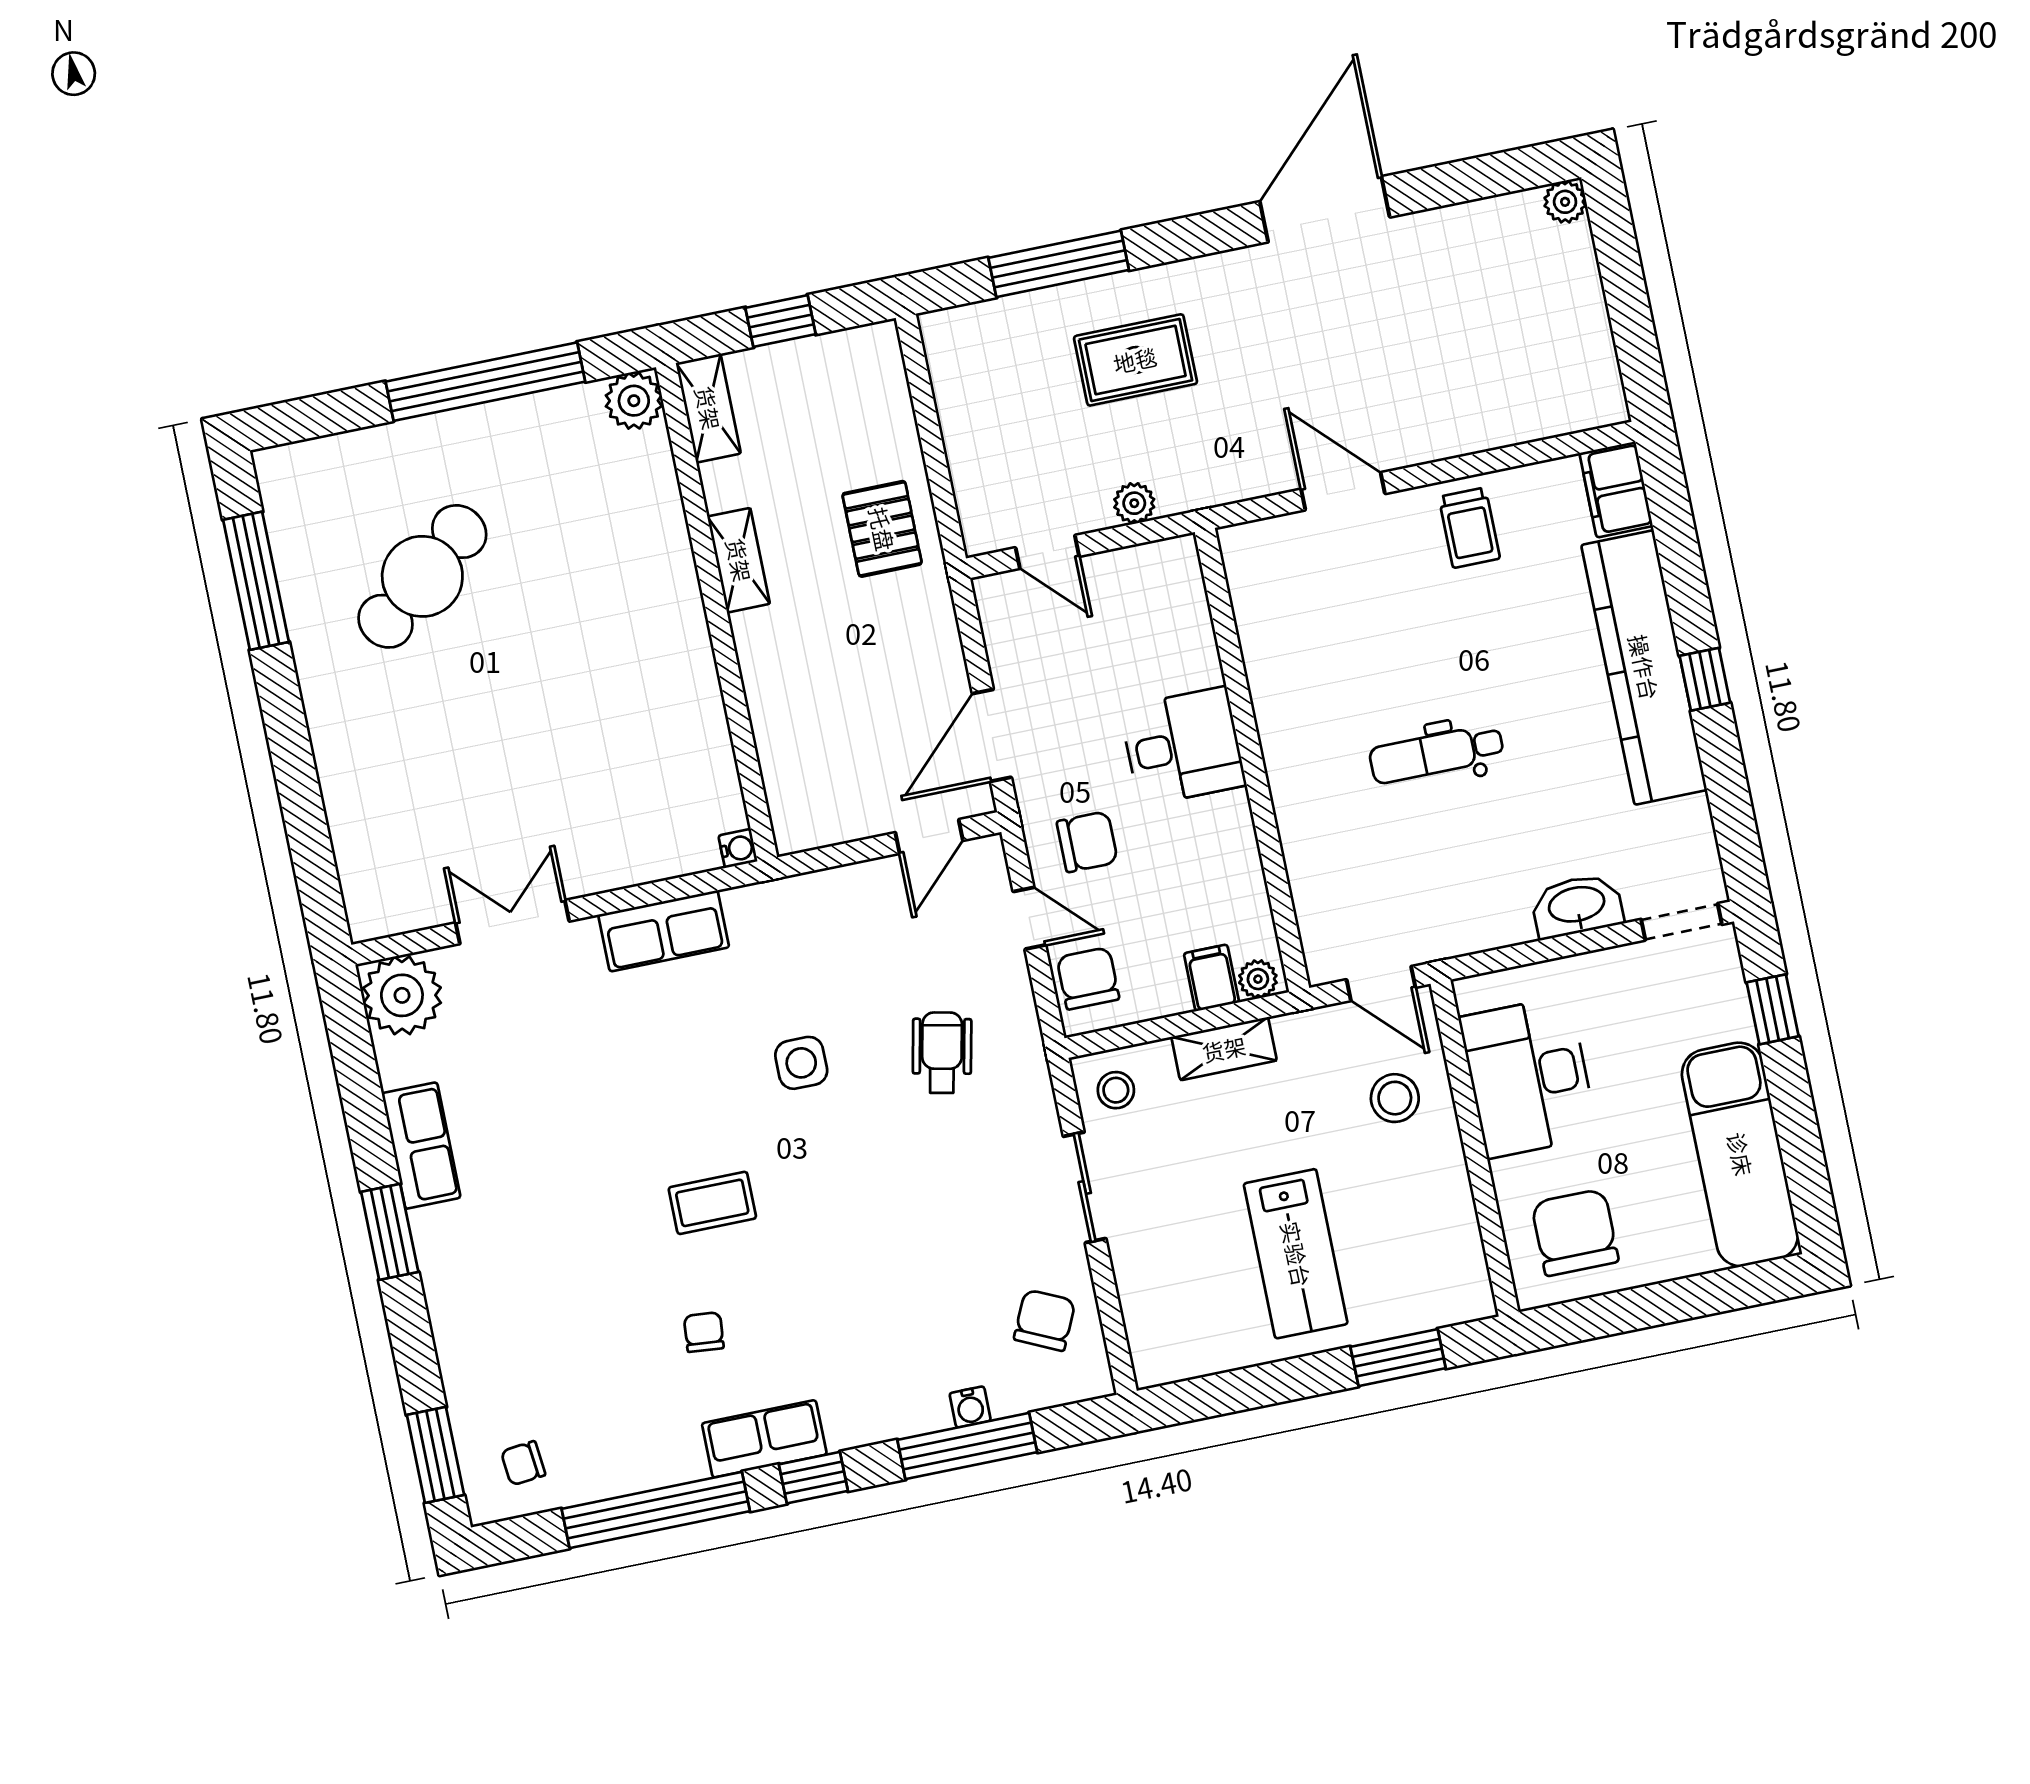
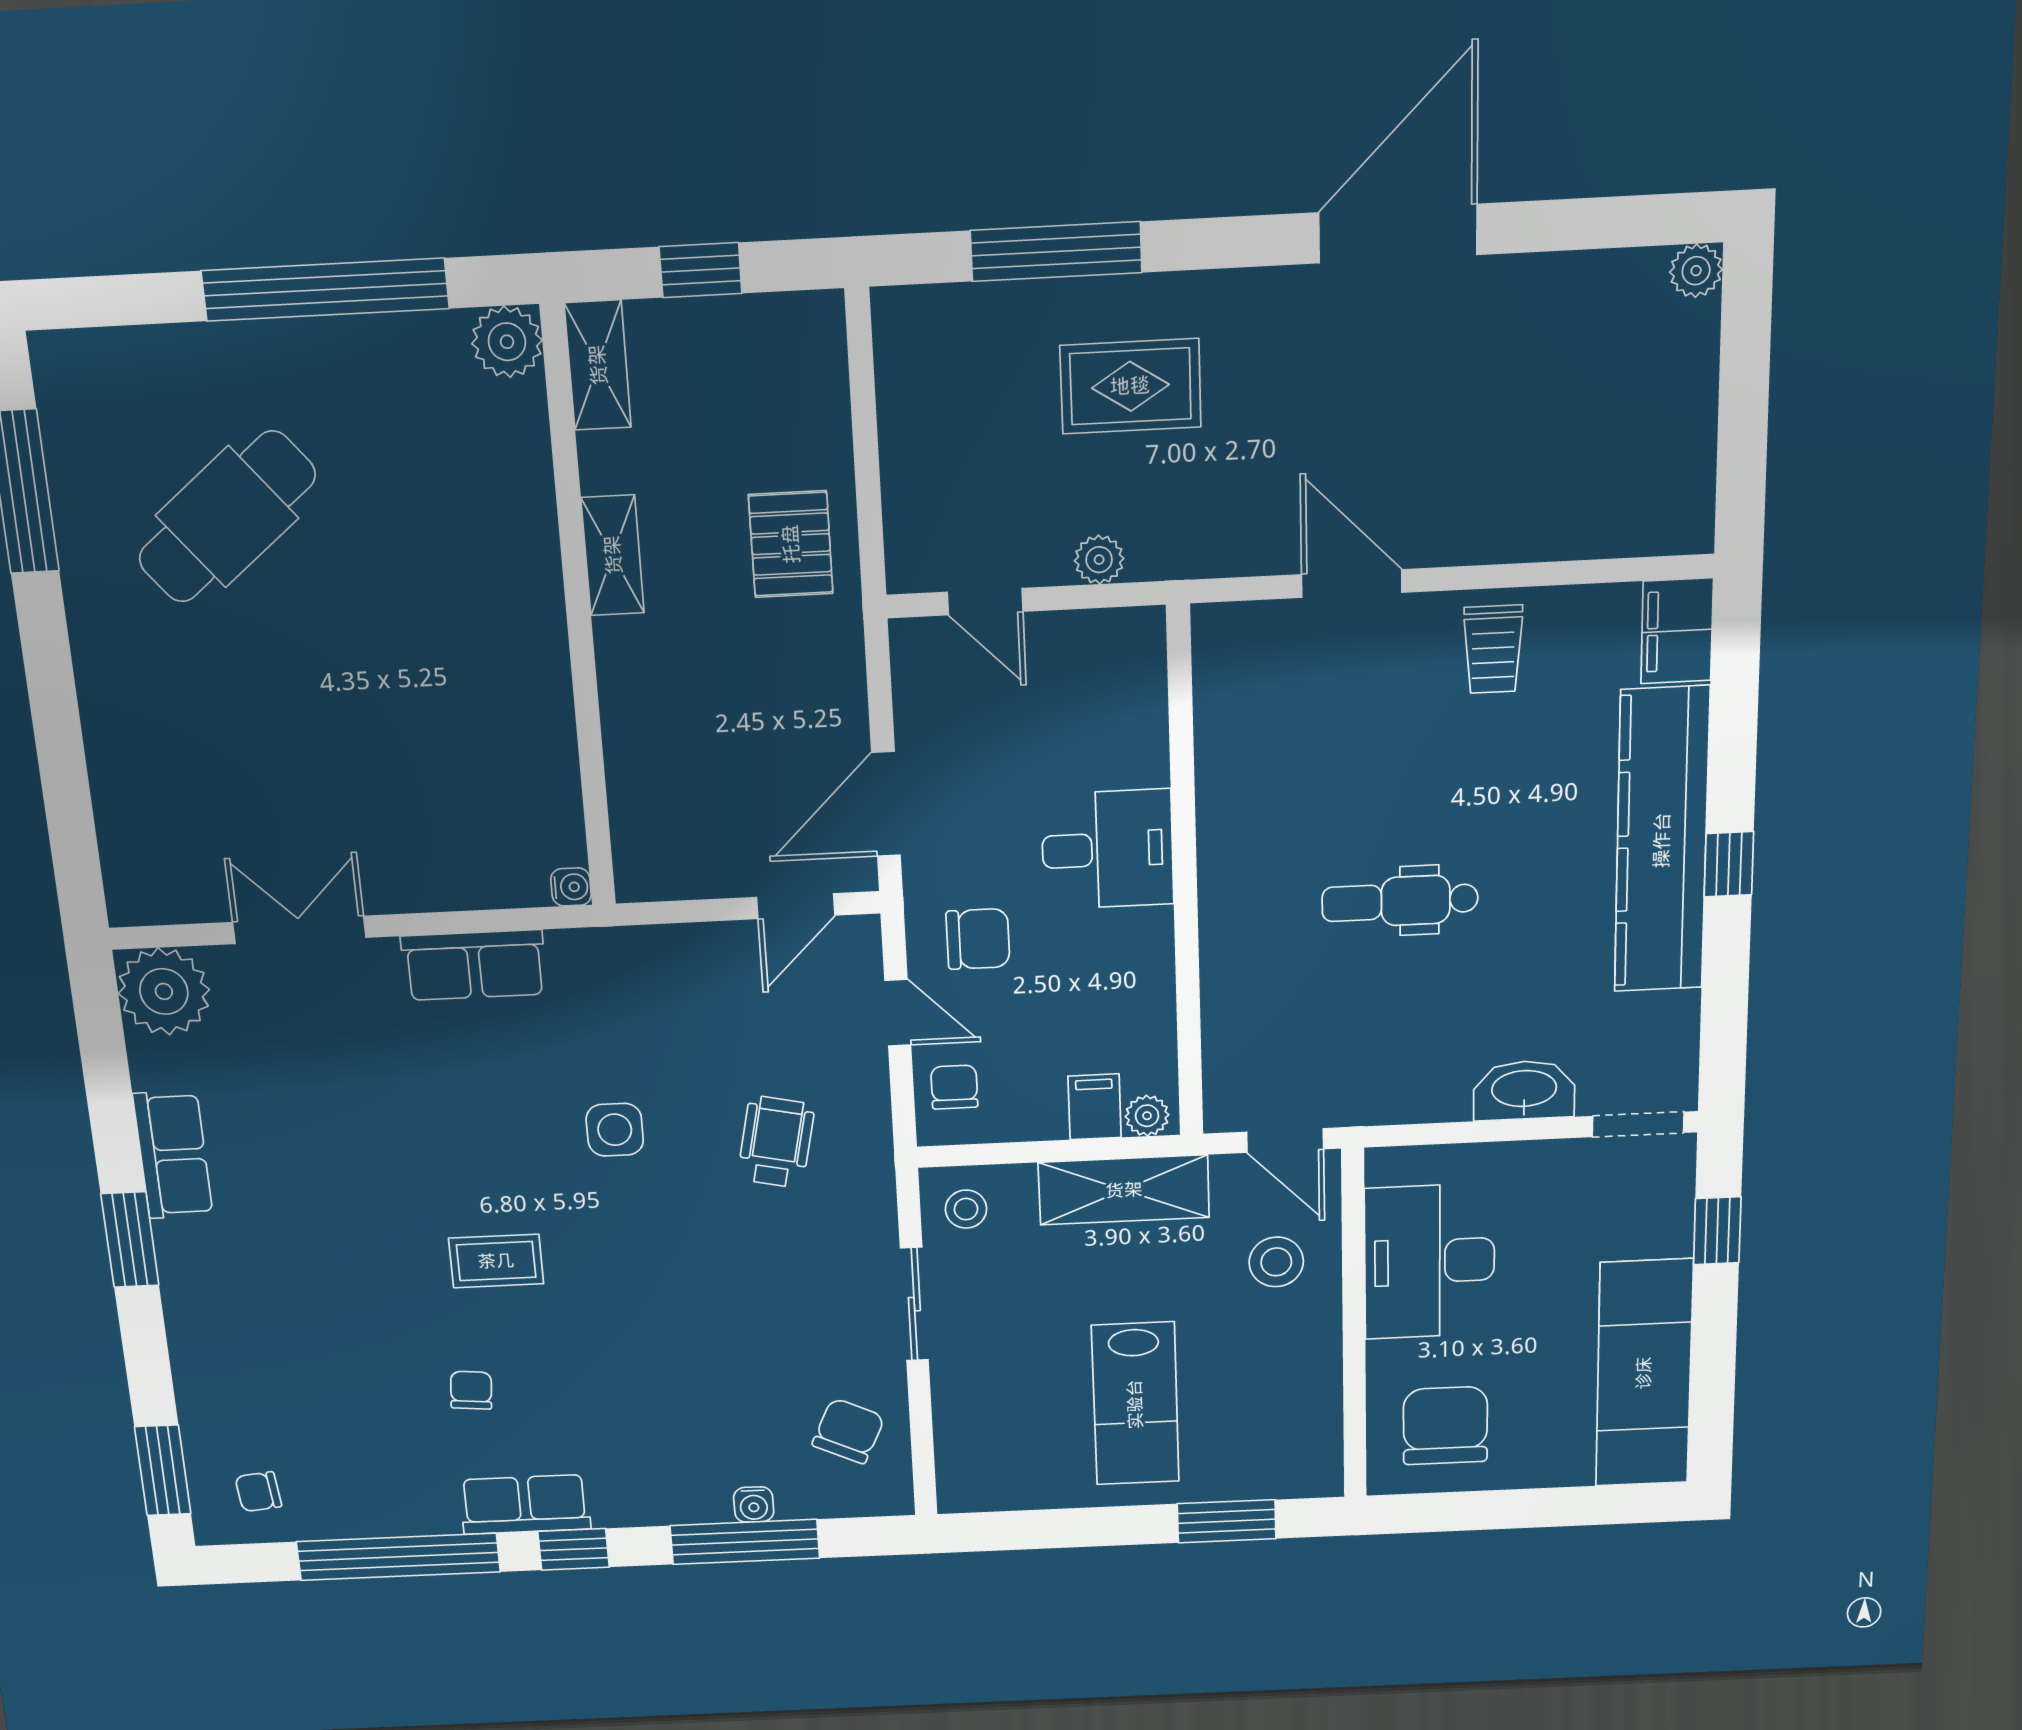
chair: (1088, 978) -> (954, 1087), width x0.73, depth x0.73
shelving: (1224, 1049) -> (1124, 1190), width x1.50, depth x1.33

